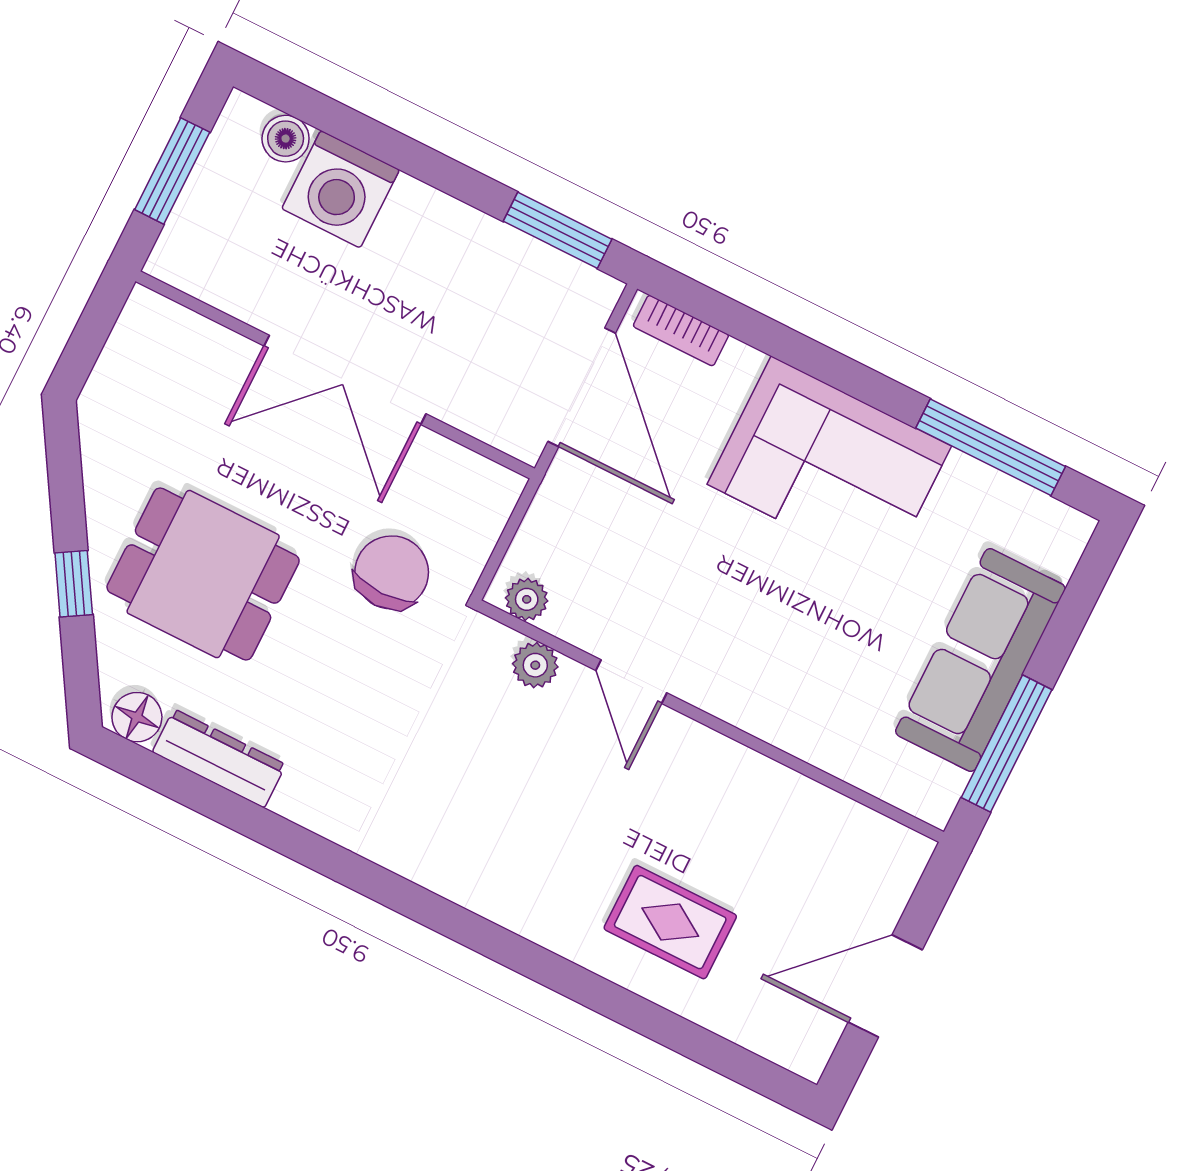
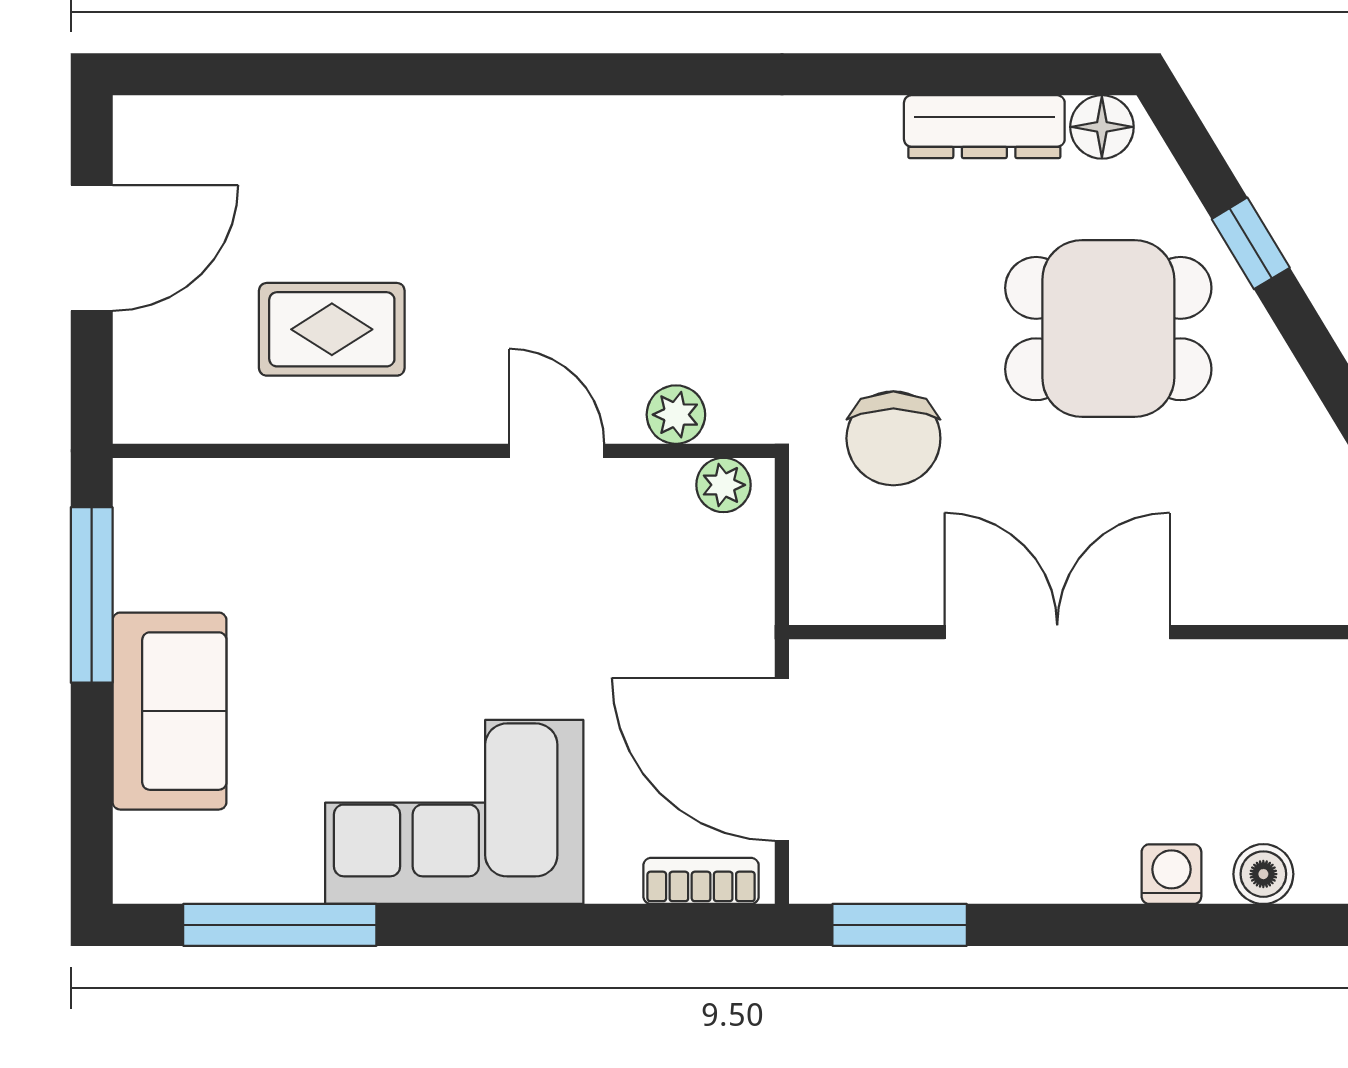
washing machine: (341, 189) -> (1171, 874), width x0.53, depth x0.53
sofa: (980, 660) -> (170, 711), width x0.73
rug: (670, 922) -> (332, 329), moved

